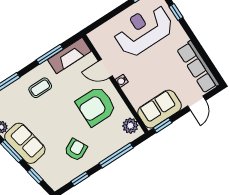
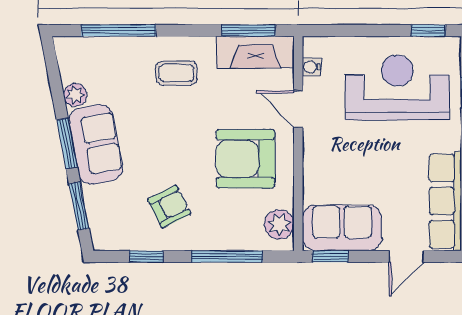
window: (50, 54) -> (249, 30), moved
water cooler: (122, 81) -> (312, 67), moved
window: (35, 176) -> (79, 206), width x1.50

